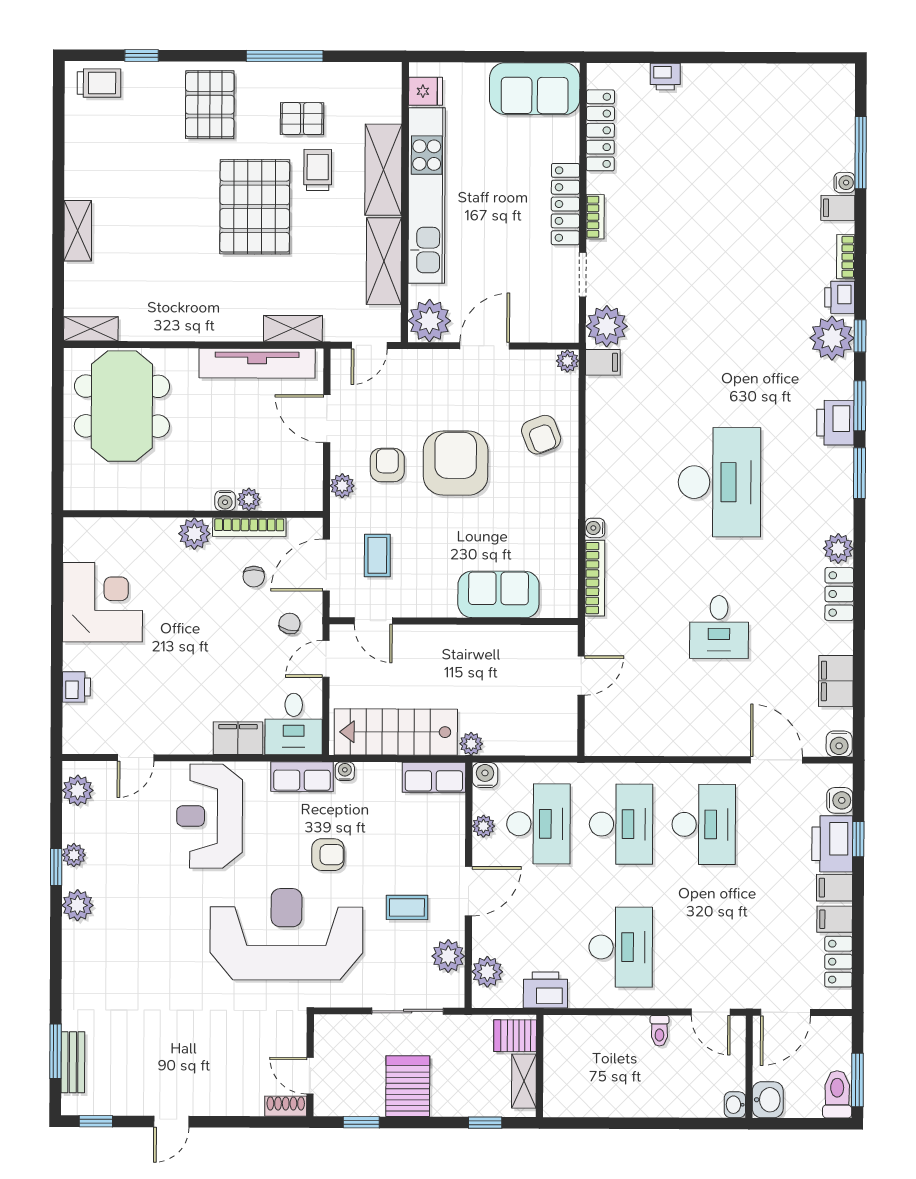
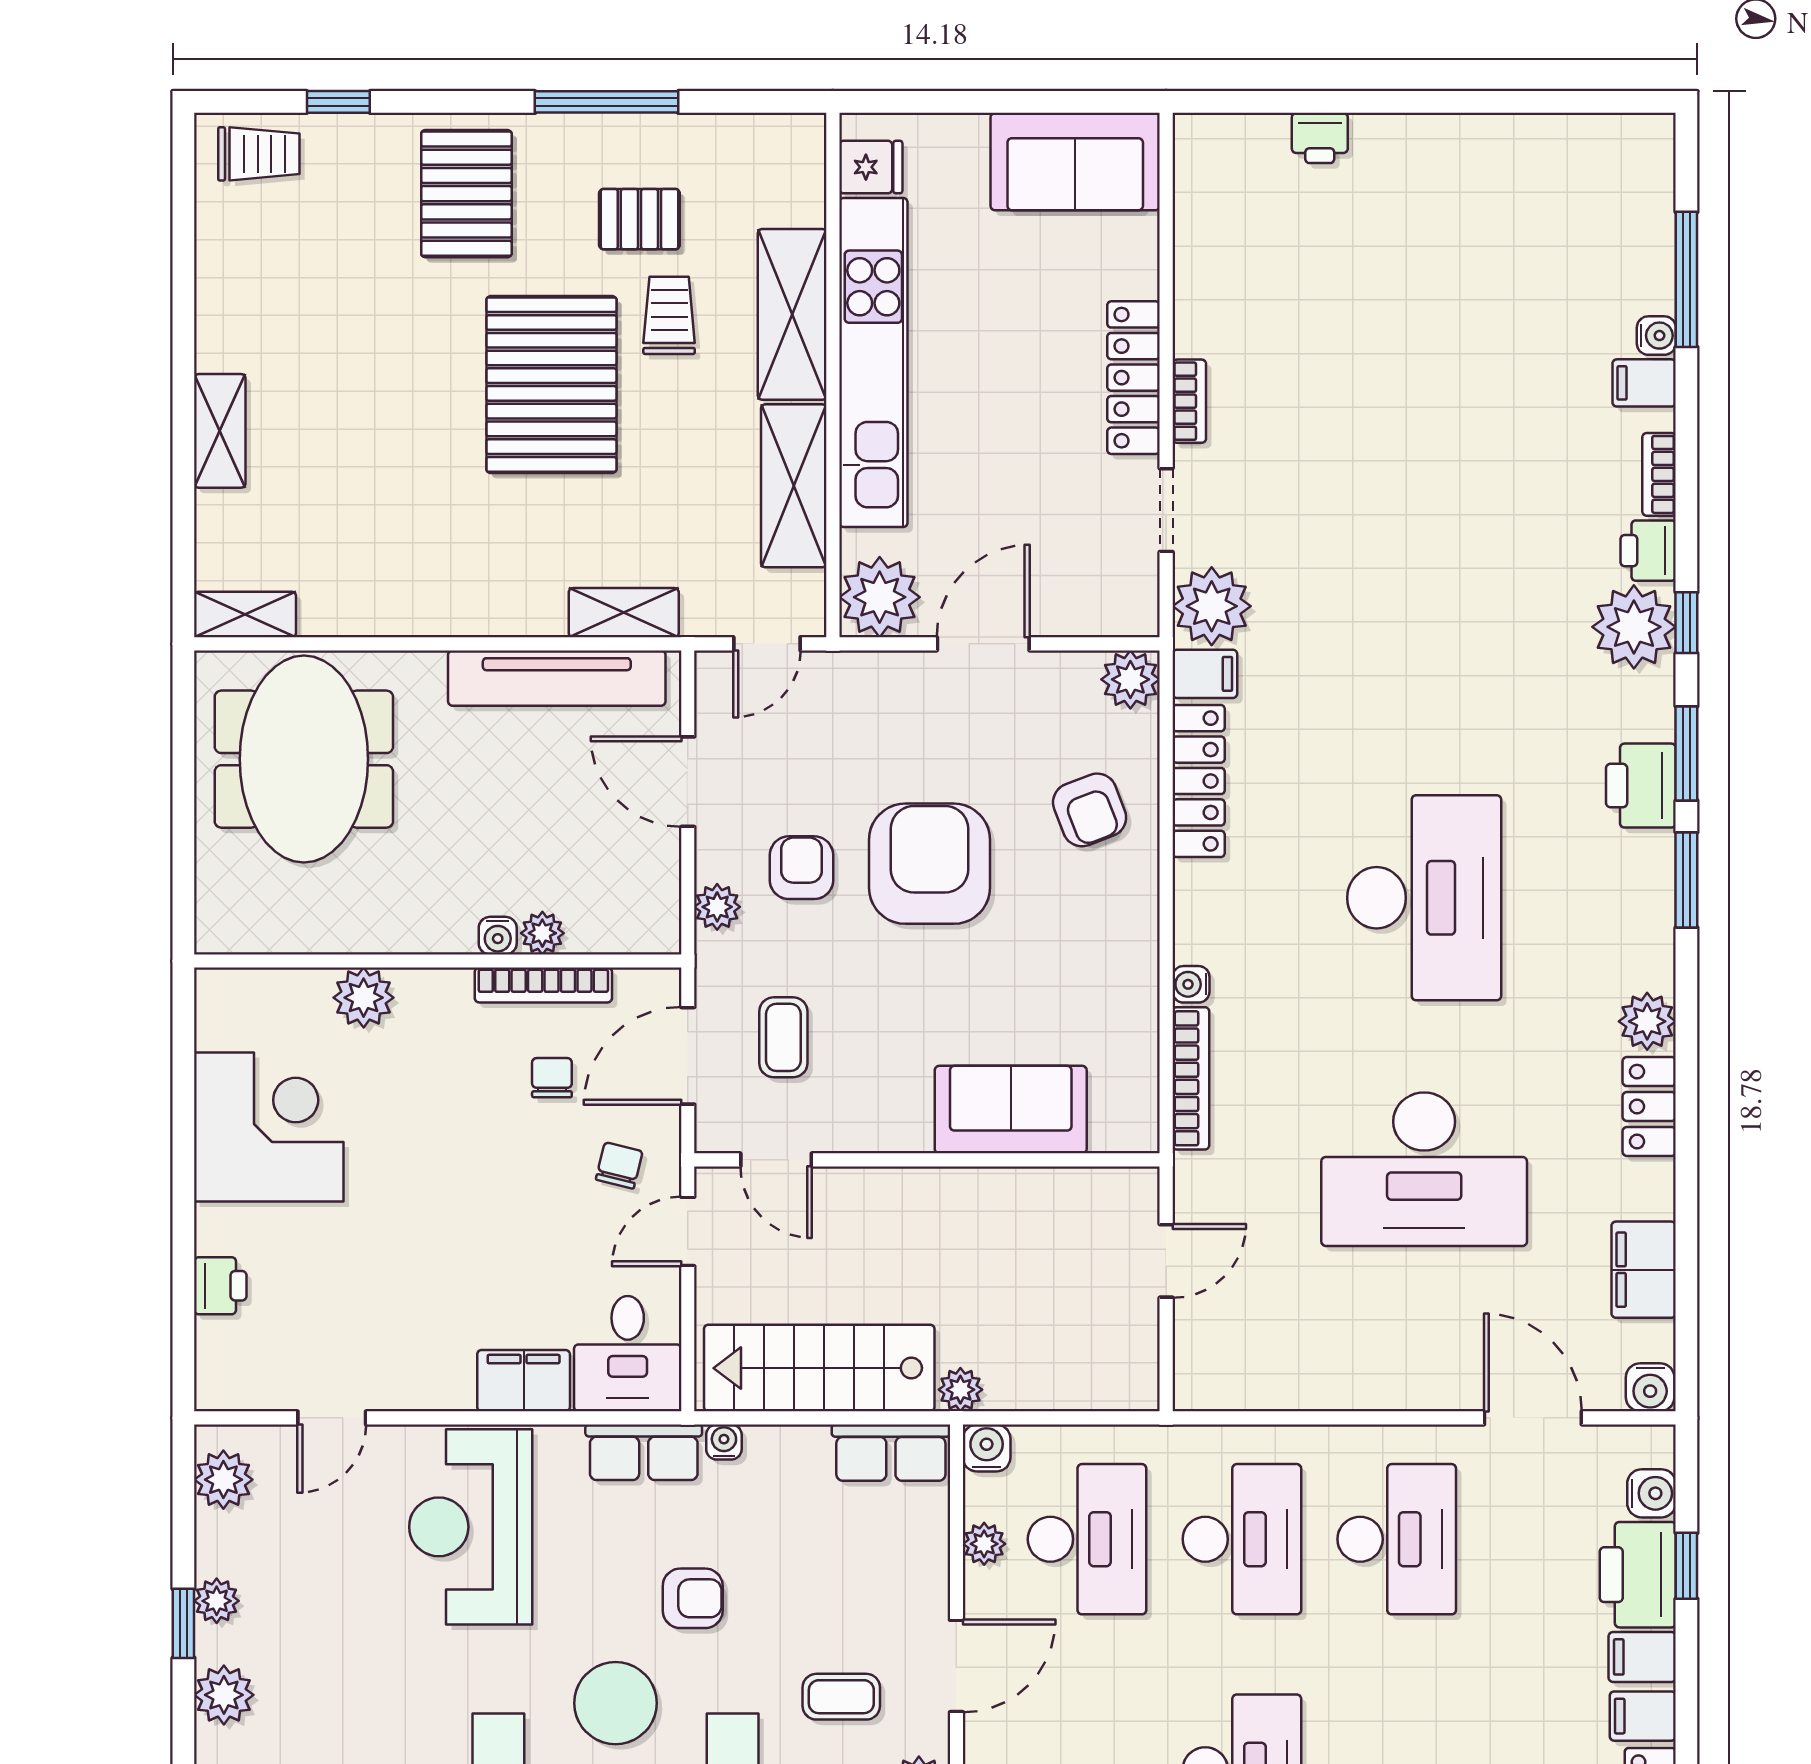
locker: (600, 130) -> (1199, 781), moved
plant: (567, 361) -> (1130, 679), width x1.38, depth x1.38
plant: (194, 534) -> (364, 998), moved
chair: (254, 577) -> (552, 1078), turned 180
desk: (719, 627) -> (1424, 1169), width x1.87, depth x1.30

